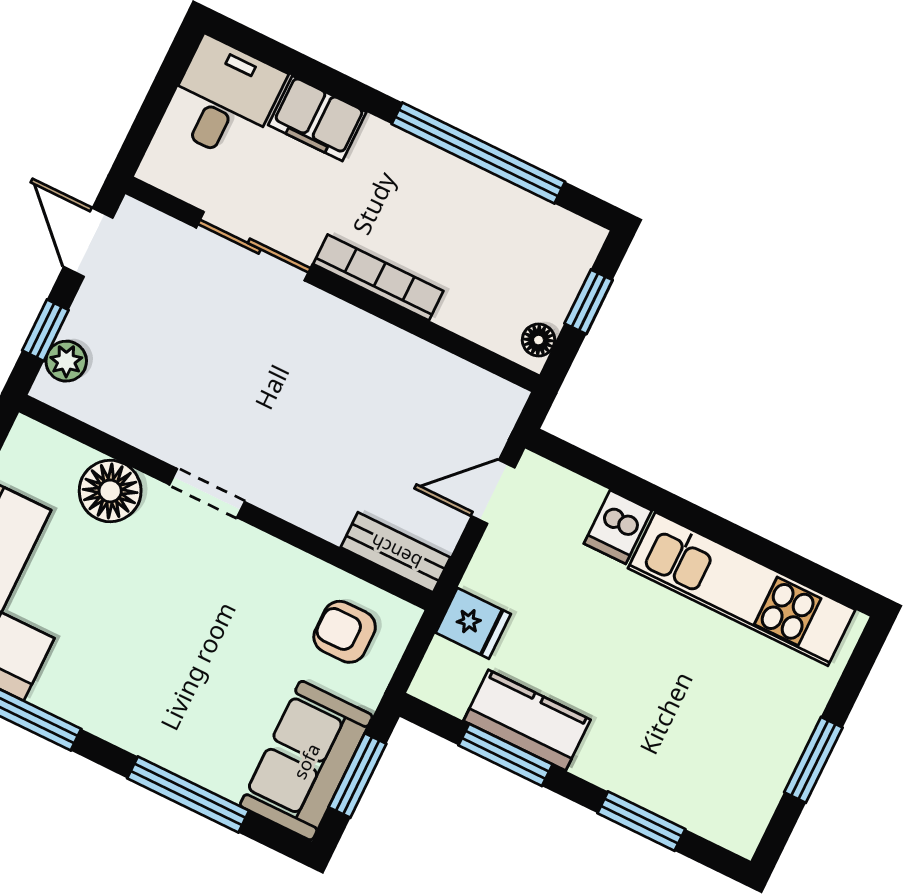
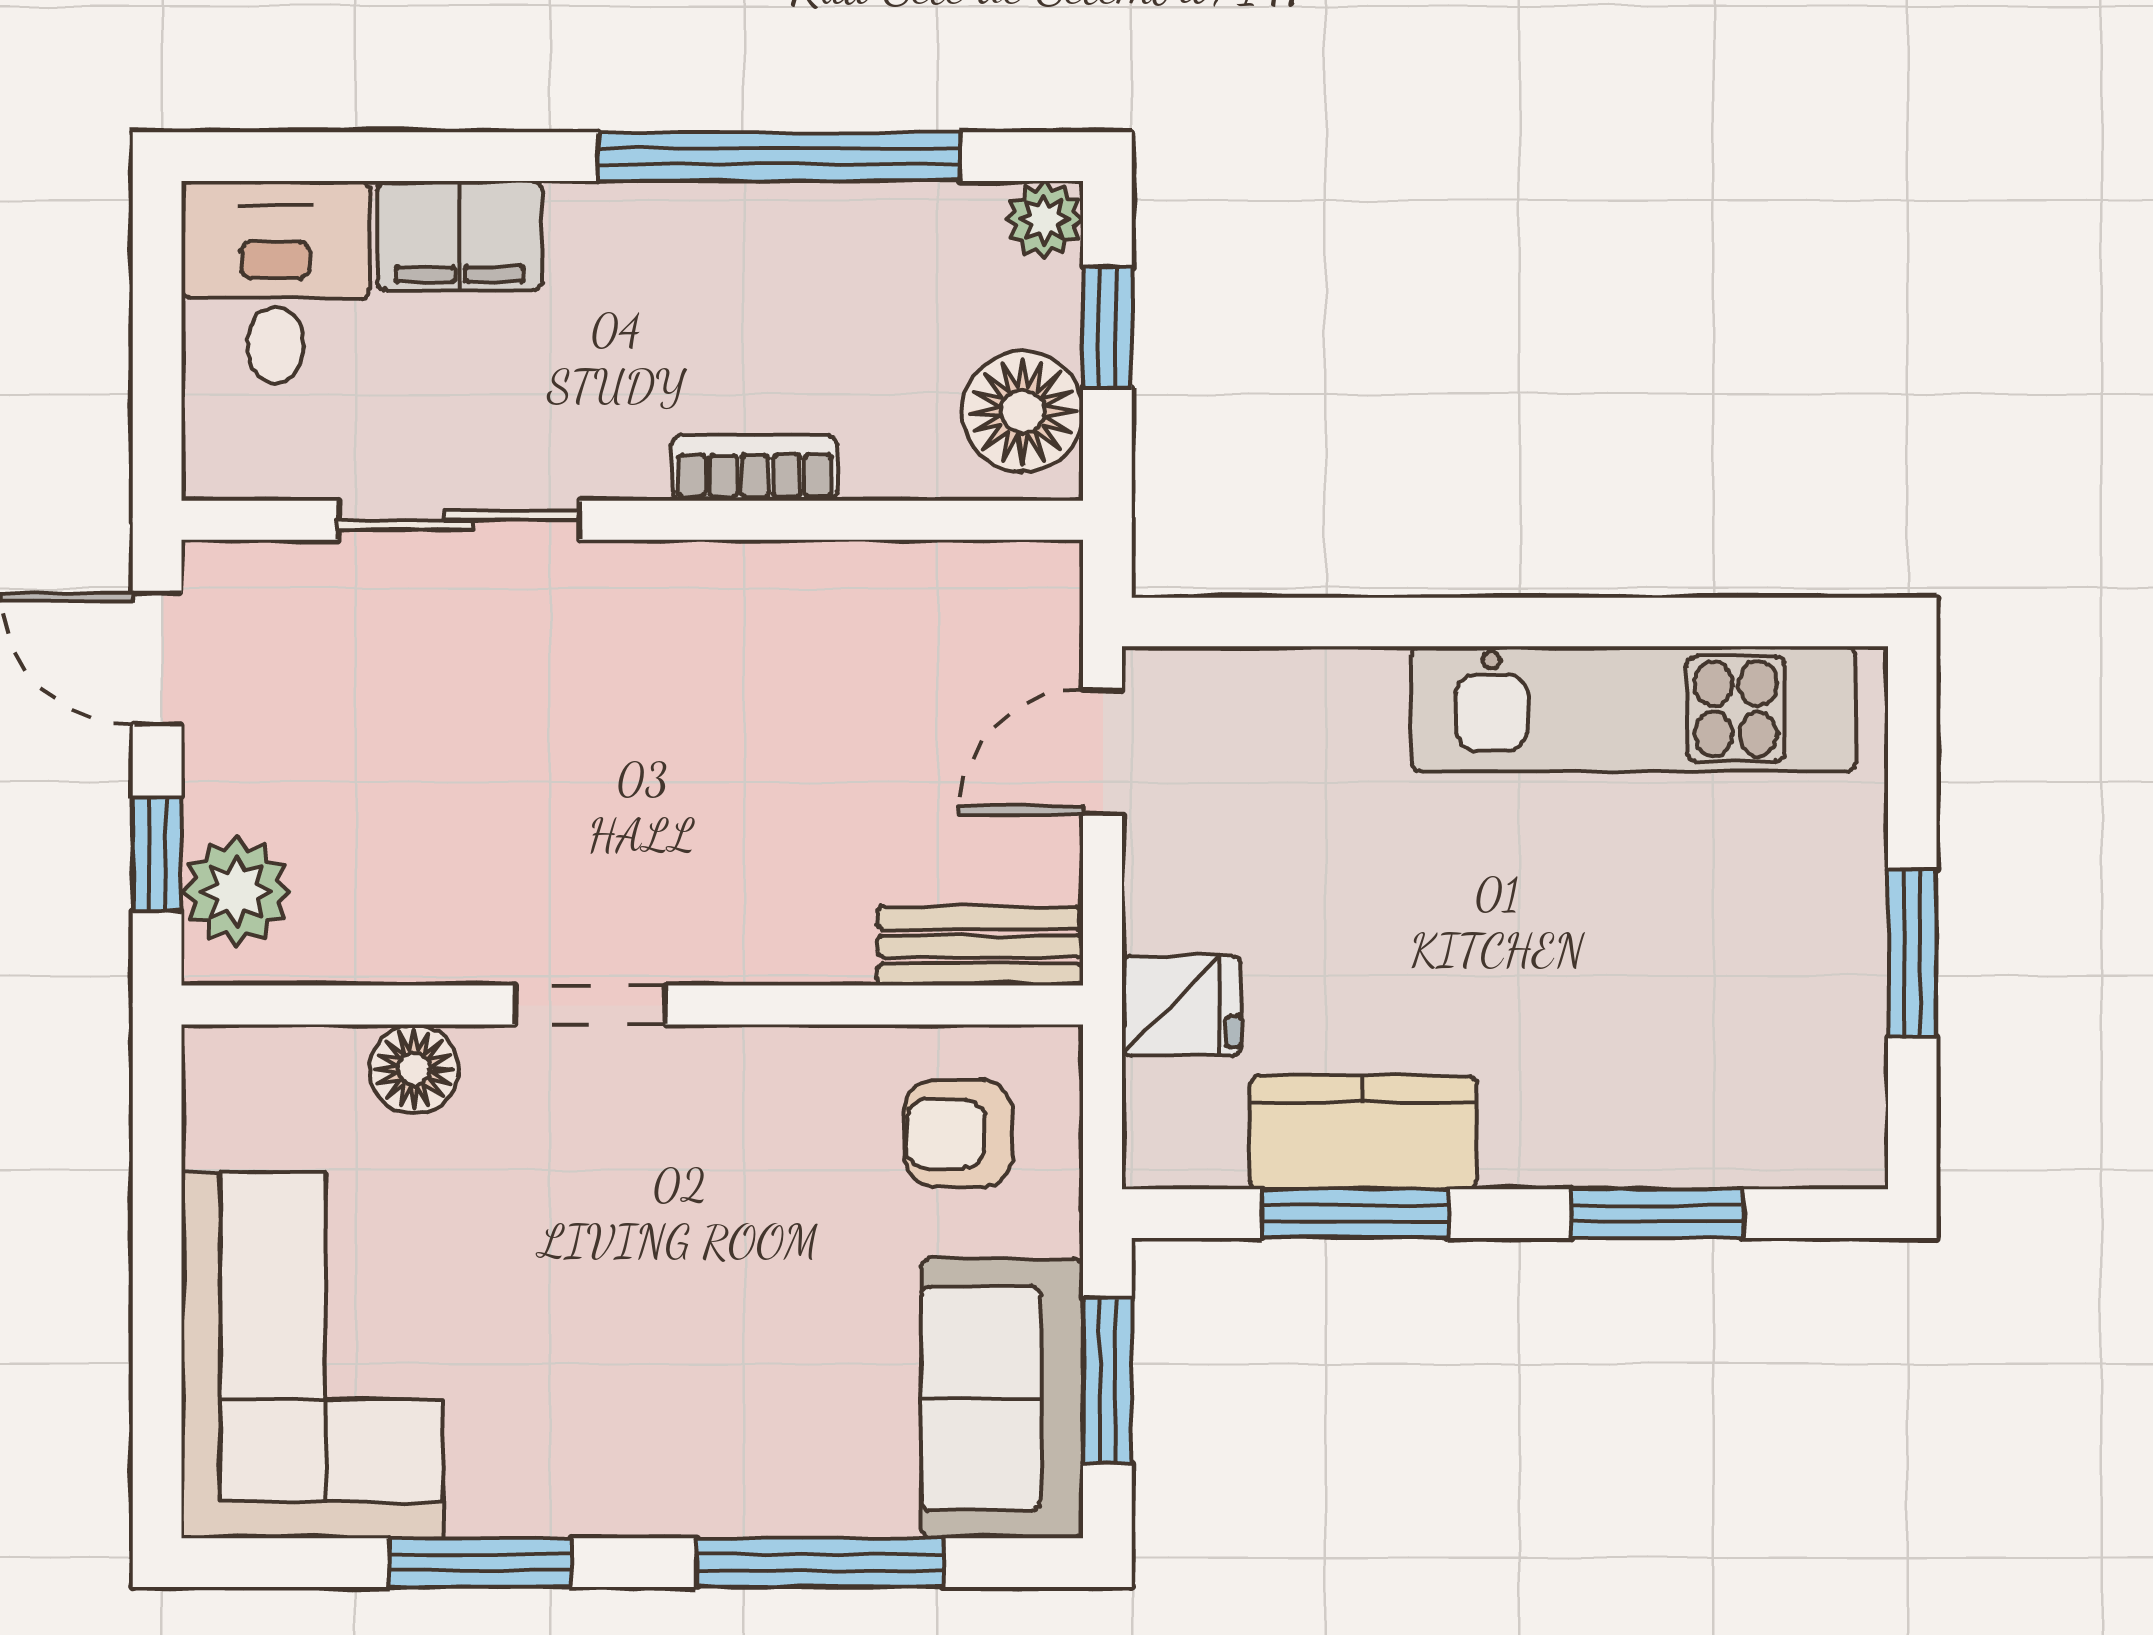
plant: (584, 239) -> (1044, 220), added
bookcase: (378, 277) -> (755, 468), width x0.64
floor lamp: (539, 340) -> (1023, 411), width x1.89, depth x1.89
plant: (66, 361) -> (237, 891), width x1.38, depth x1.38
floor lamp: (110, 491) -> (414, 1069), width x0.73, depth x0.73
dishwasher: (618, 527) -> (1357, 706), removed

